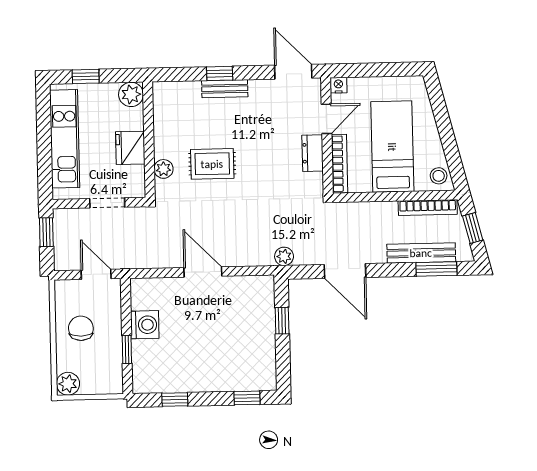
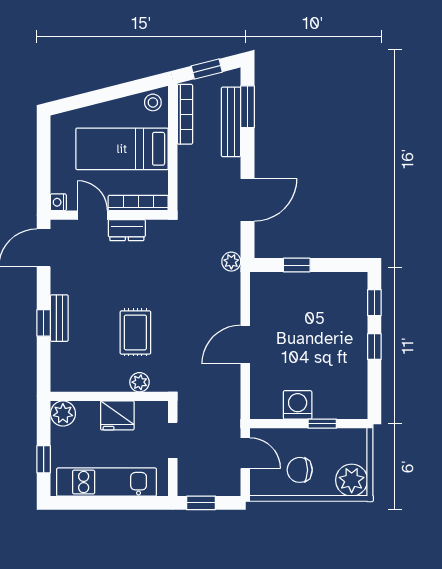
door: (96, 274) -> (245, 453), swing flipped
plant: (68, 384) -> (352, 480), width x1.36, depth x1.36
window: (175, 400) -> (374, 347), moved

